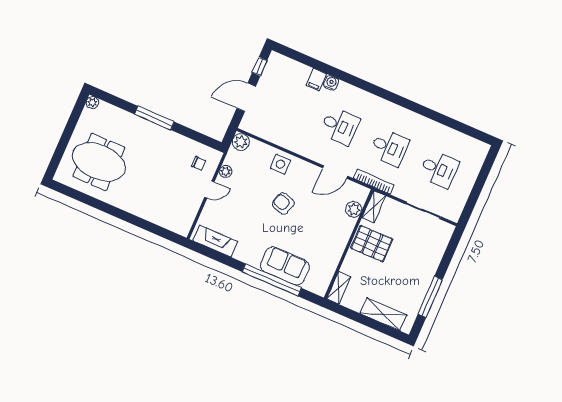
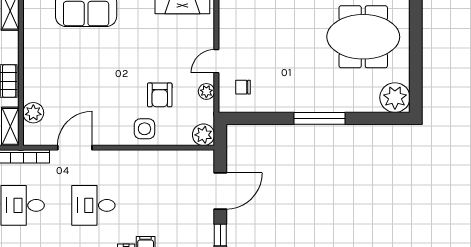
plant: (92, 103) -> (395, 98), width x1.87, depth x1.87
armchair: (283, 204) -> (160, 95), moved, turned 72

